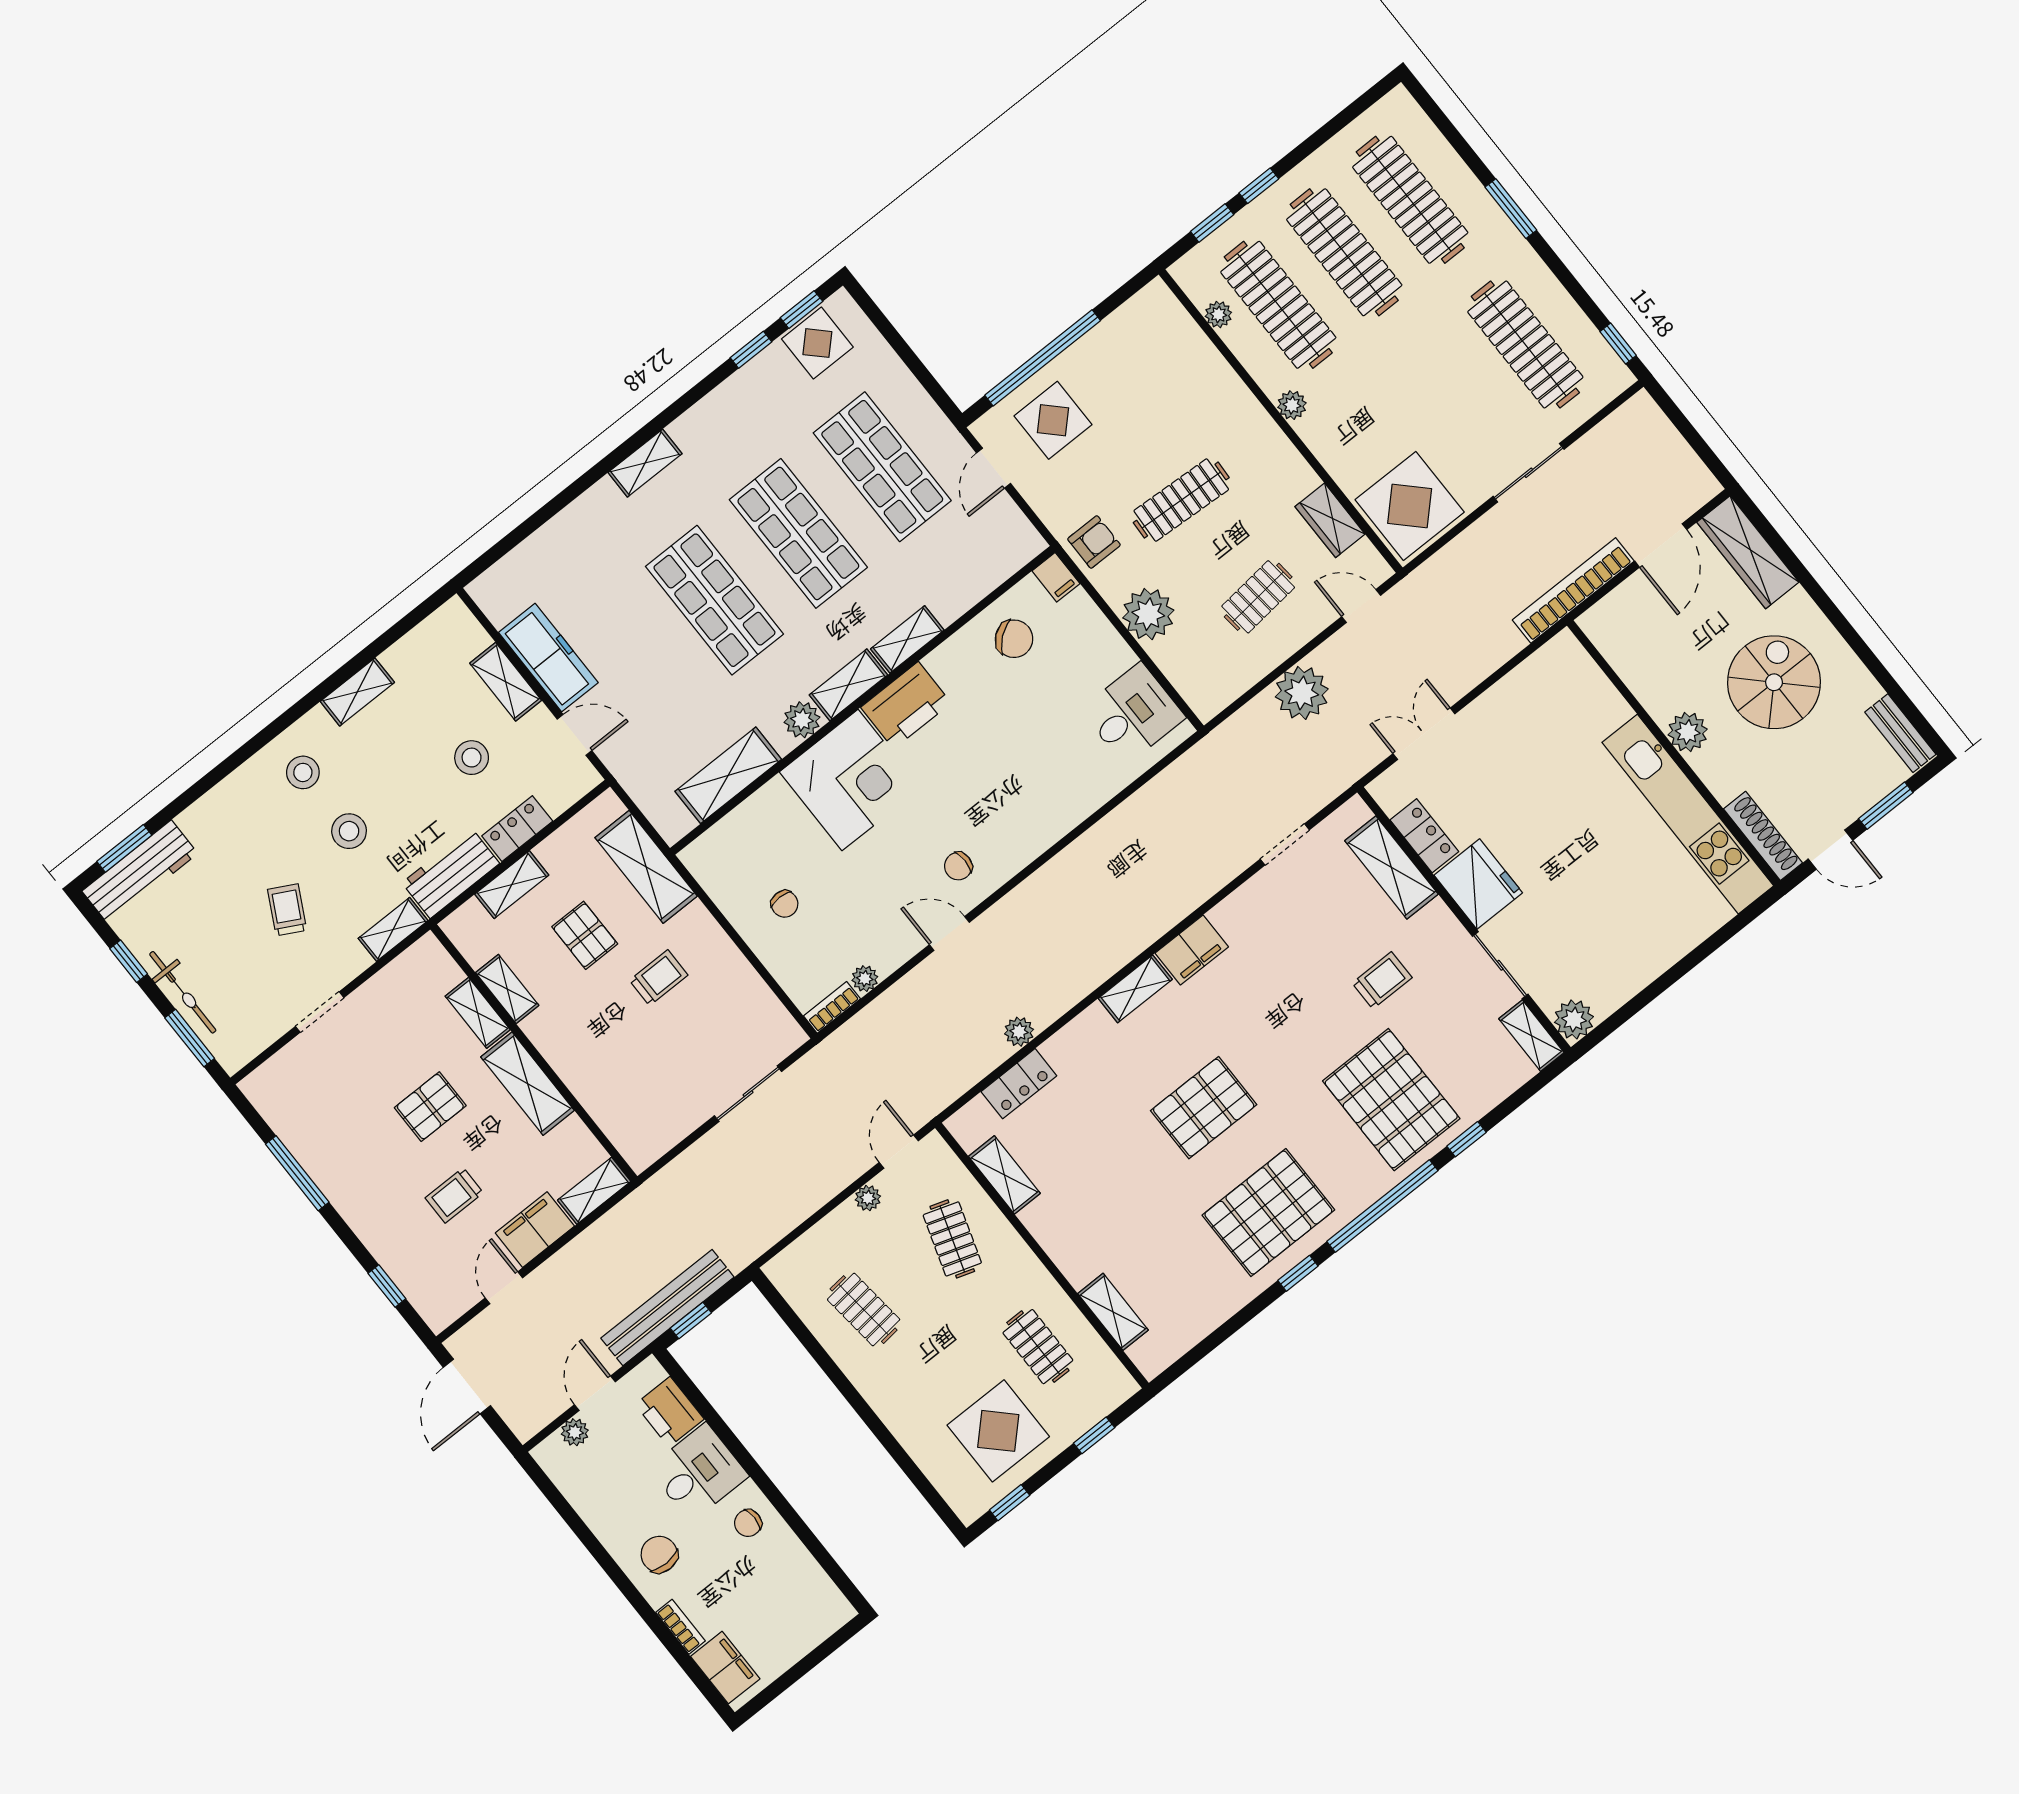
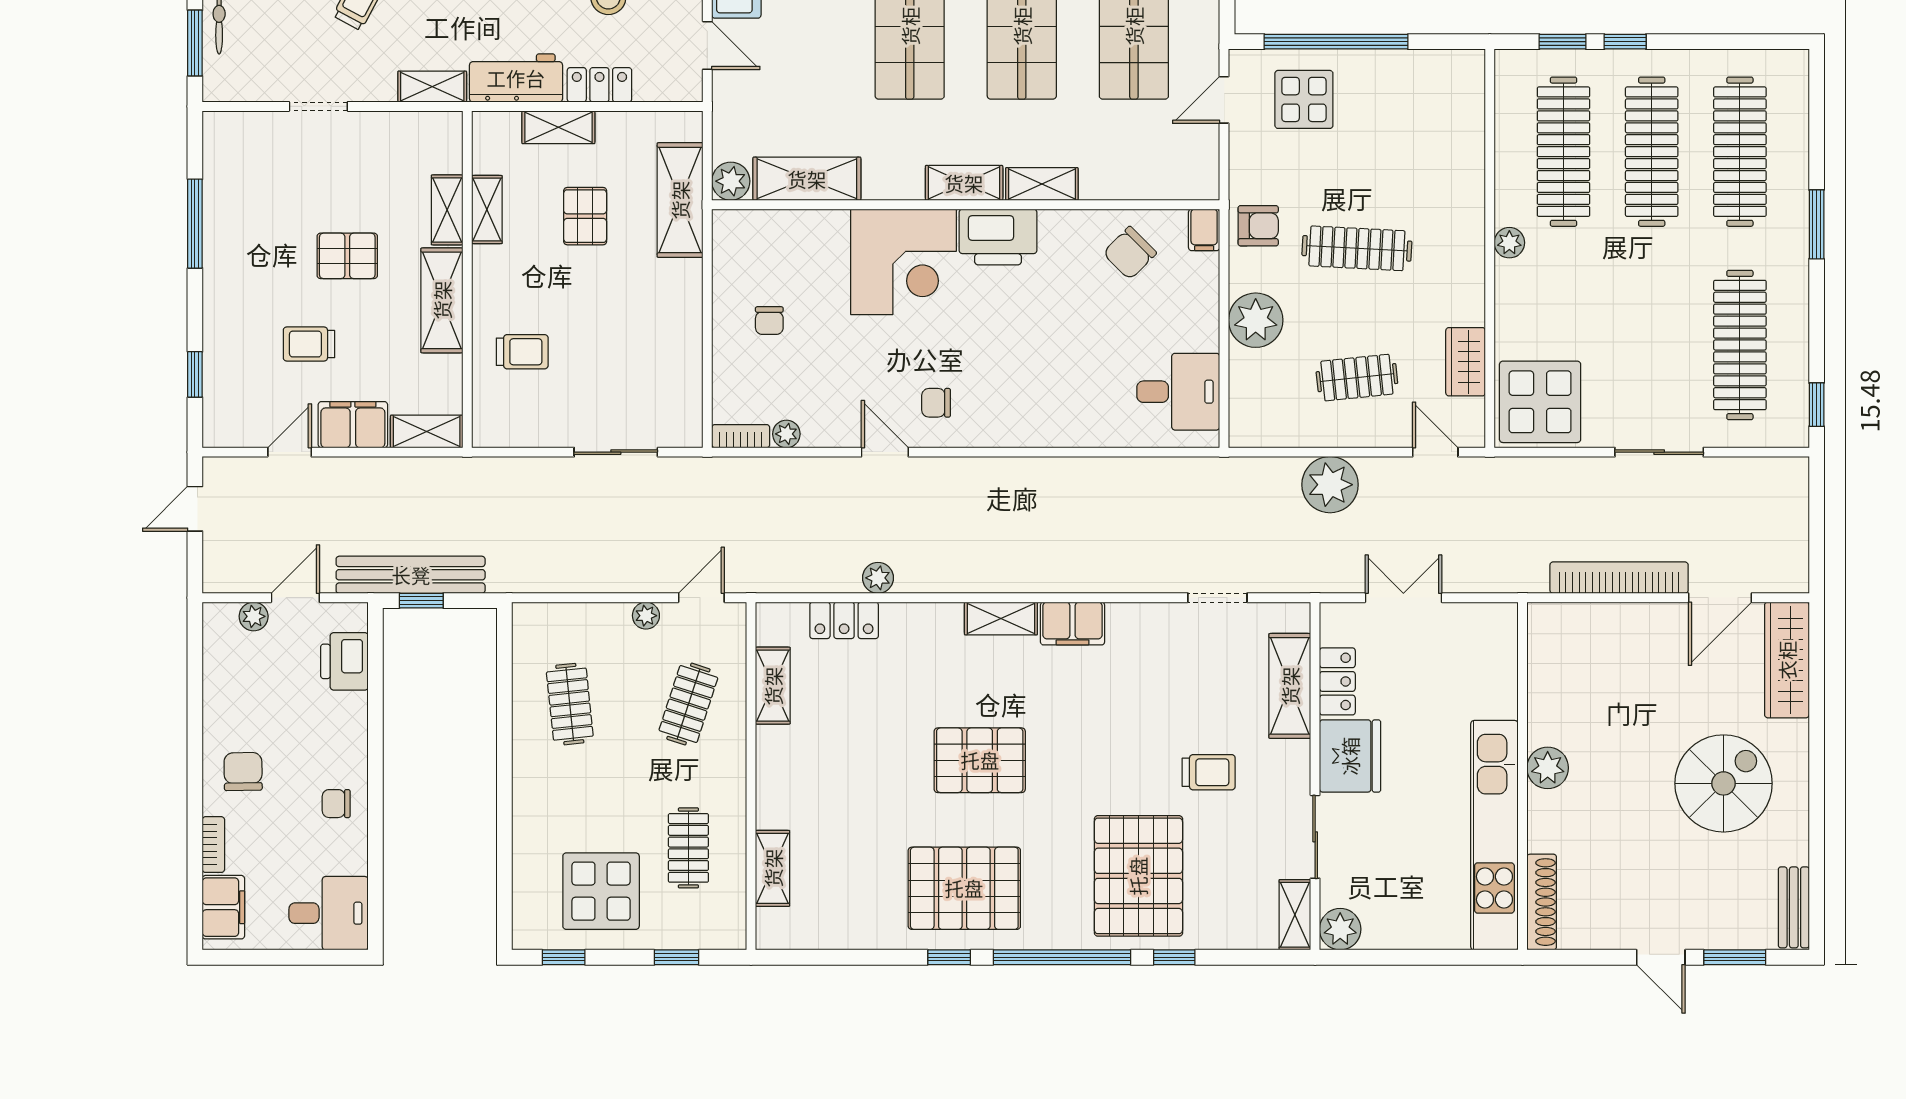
plant: (1218, 314) -> (1508, 121), removed
chair: (1014, 639) -> (1130, 253), turned 84
plant: (802, 720) -> (731, 181), moved
plant: (1688, 732) -> (1548, 768), moved
wall: (1674, 753) -> (1523, 776), moved
kitchen unit: (1688, 814) -> (1494, 835), moved
shoe rack: (1763, 836) -> (1542, 902), moved
trolley: (659, 978) -> (522, 352), moved
door: (467, 1386) -> (195, 509), width x0.73
desk: (698, 1472) -> (329, 913), moved

